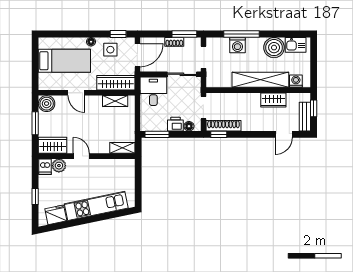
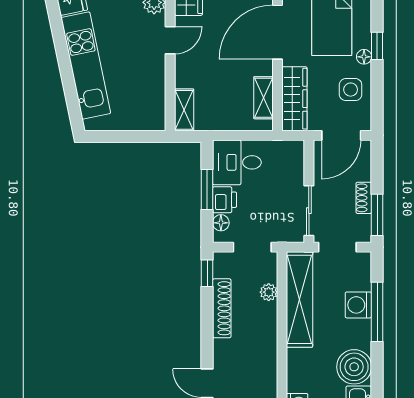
window: (118, 34) -> (377, 46), moved
door: (137, 55) -> (341, 135), hinge flipped
shelving: (260, 80) -> (299, 299), moved
desk: (153, 91) -> (237, 162), moved, turned 180
door: (76, 93) -> (278, 32), width x1.87
plant: (230, 98) -> (269, 292), added
wardrobe: (273, 100) -> (265, 366), removed
shoe rack: (223, 126) -> (222, 308), moved
window: (157, 134) -> (207, 189), moved

